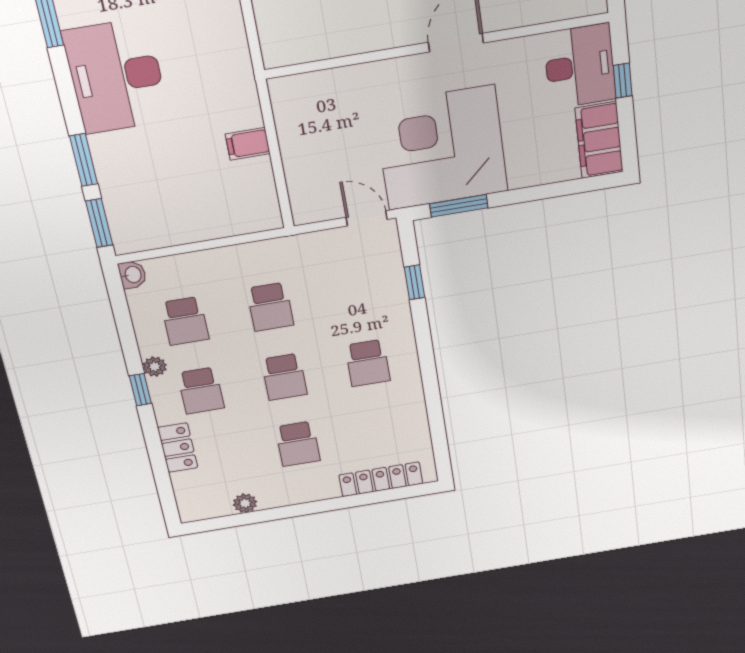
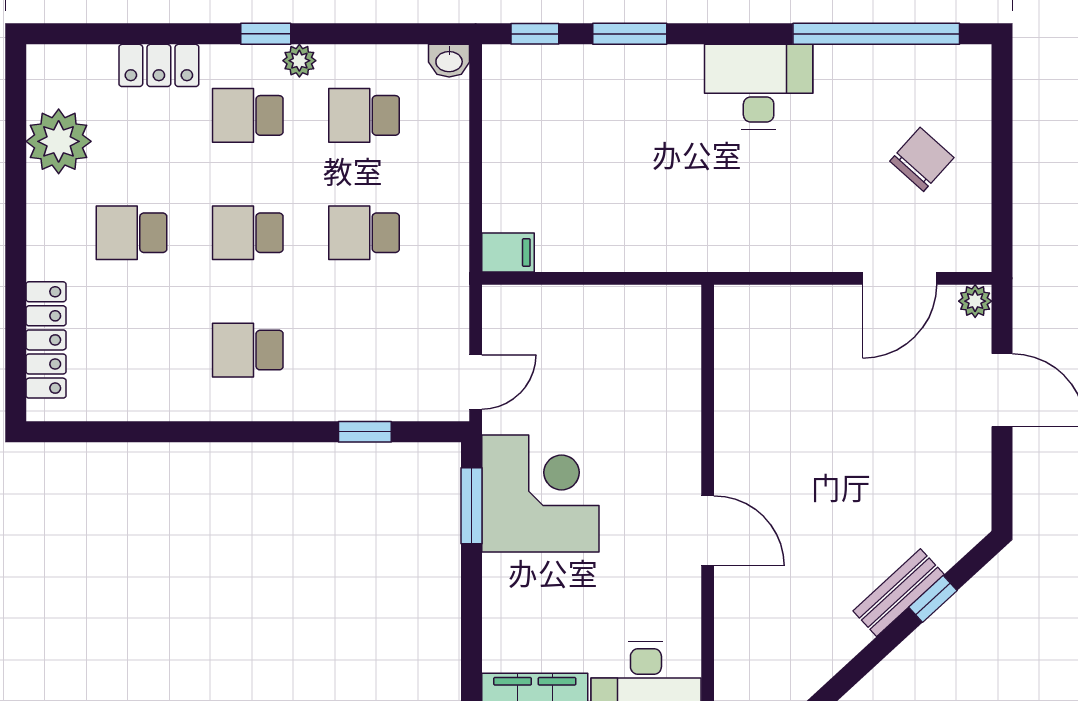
desk: (116, 76) -> (759, 87), width x0.73, depth x0.77
filing cabinet: (248, 144) -> (508, 252), moved, turned 90
corner desk: (441, 148) -> (540, 494), width x0.74, depth x0.74
window: (99, 223) -> (535, 34), width x0.67
plant: (245, 503) -> (59, 141), width x1.87, depth x1.87

